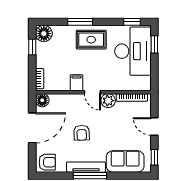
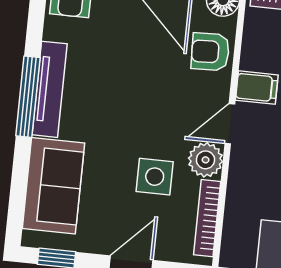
side table: (117, 121) -> (155, 177), added
armchair: (82, 133) -> (210, 52), moved

